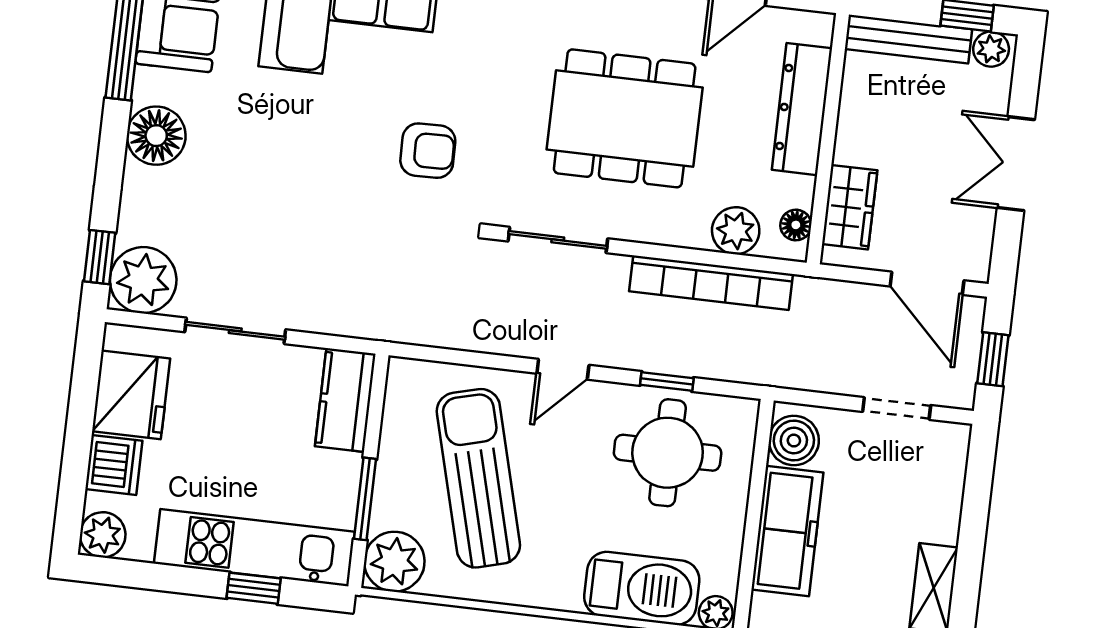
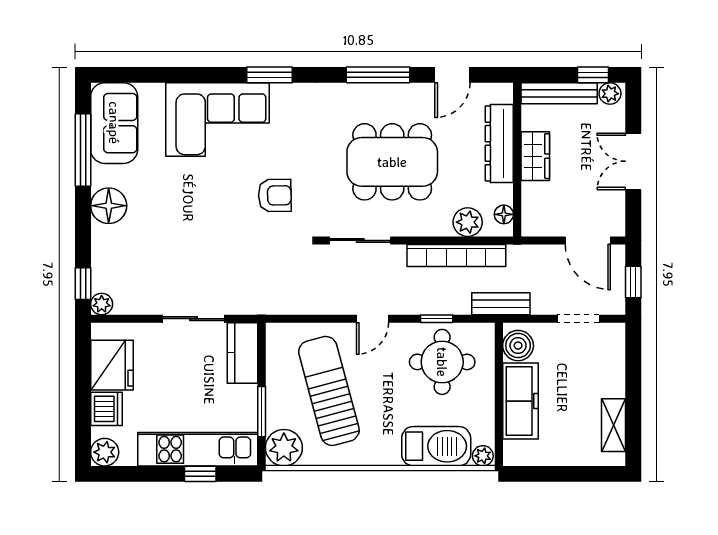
wardrobe: (850, 207) -> (535, 156), moved
plant: (143, 280) -> (102, 304), width x0.53, depth x0.53
sliding door: (235, 331) -> (194, 319), moved
bench: (774, 369) -> (501, 304), added

